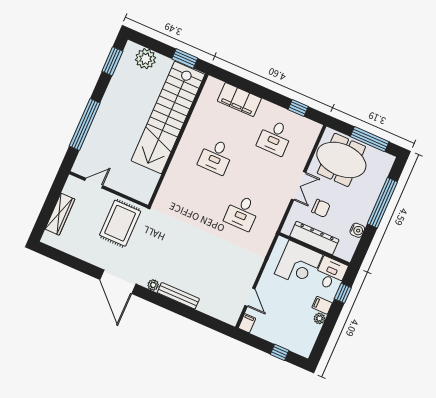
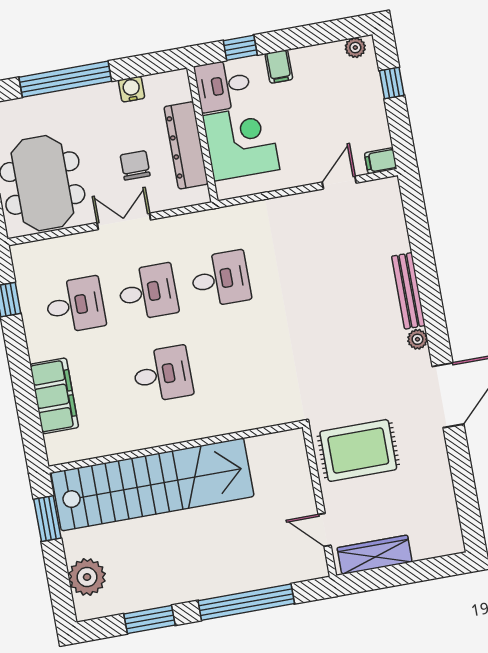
window: (112, 61) -> (150, 620), moved
desk: (258, 175) -> (148, 292), added
wardrobe: (60, 214) -> (375, 555), moved
plant: (319, 318) -> (355, 48), moved

